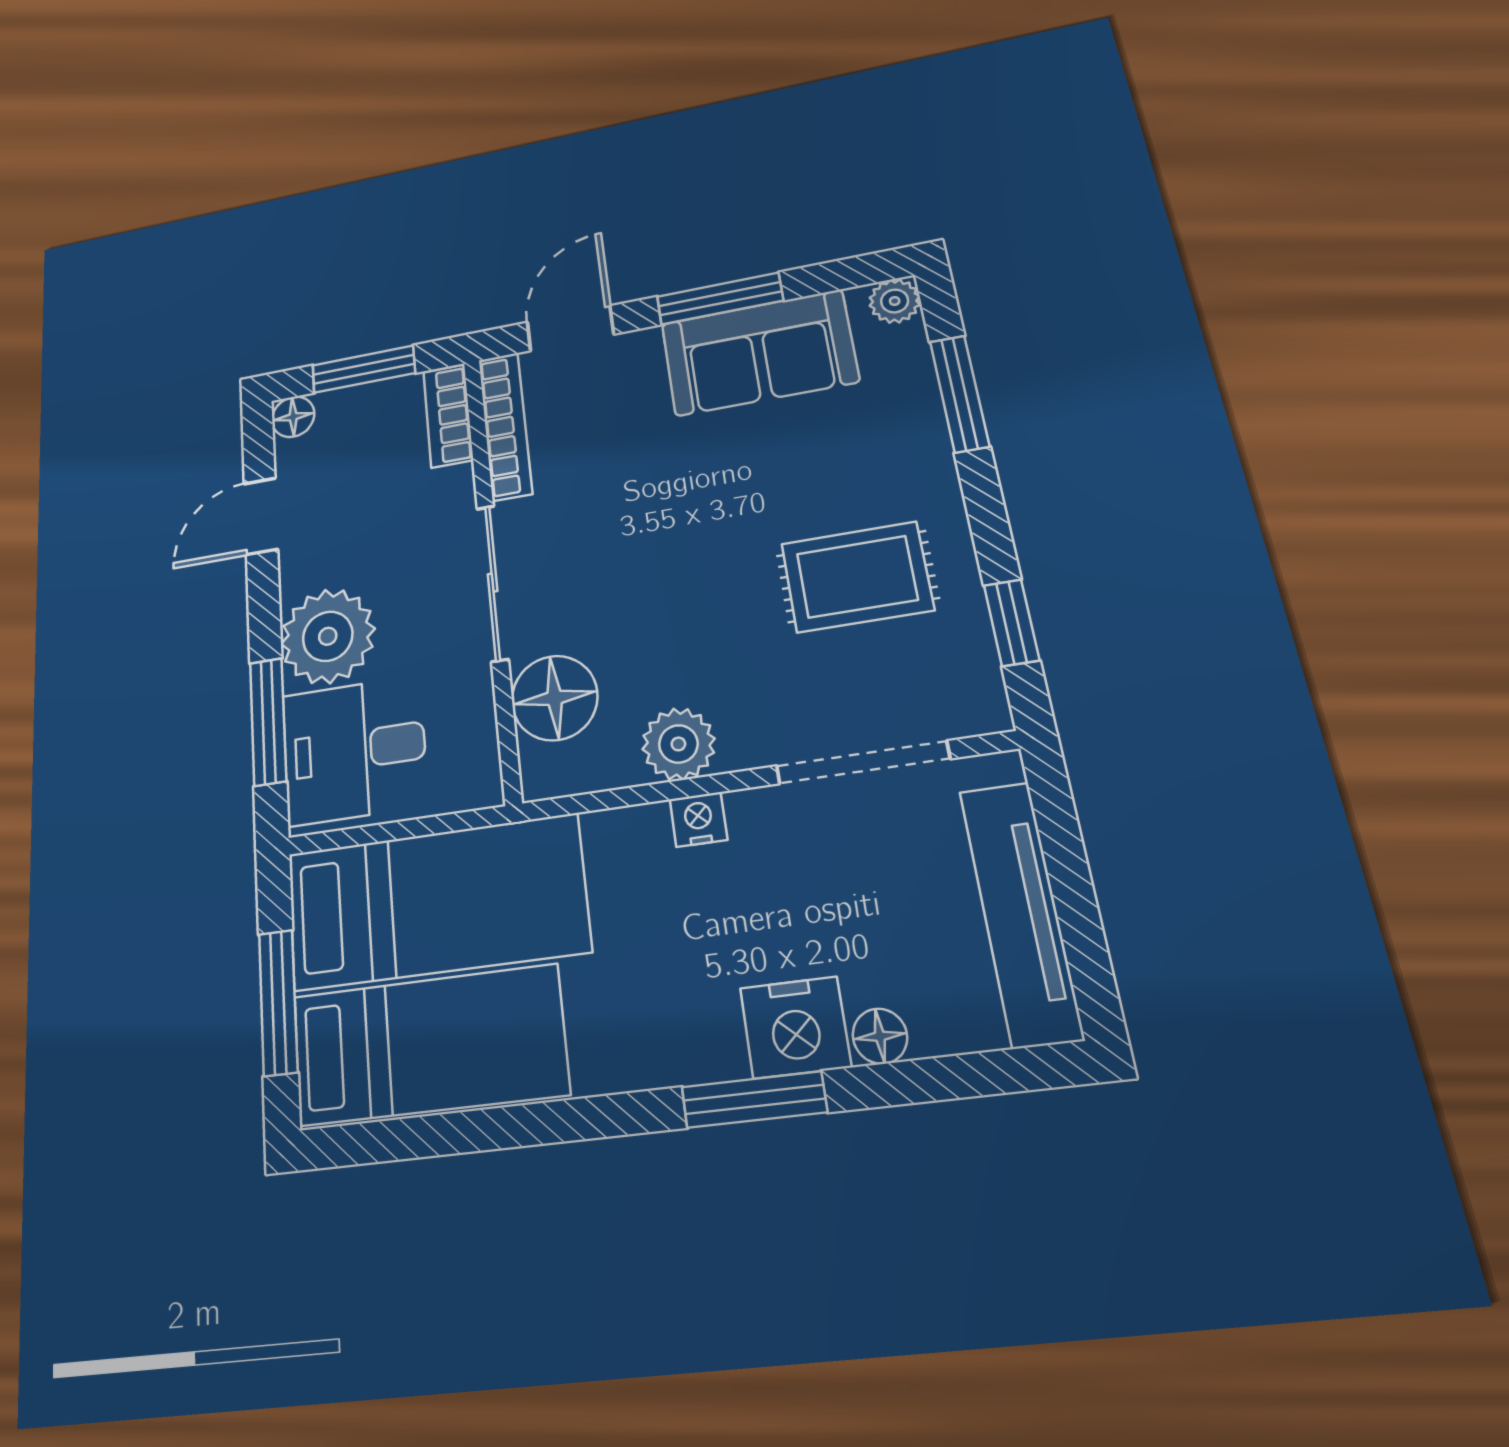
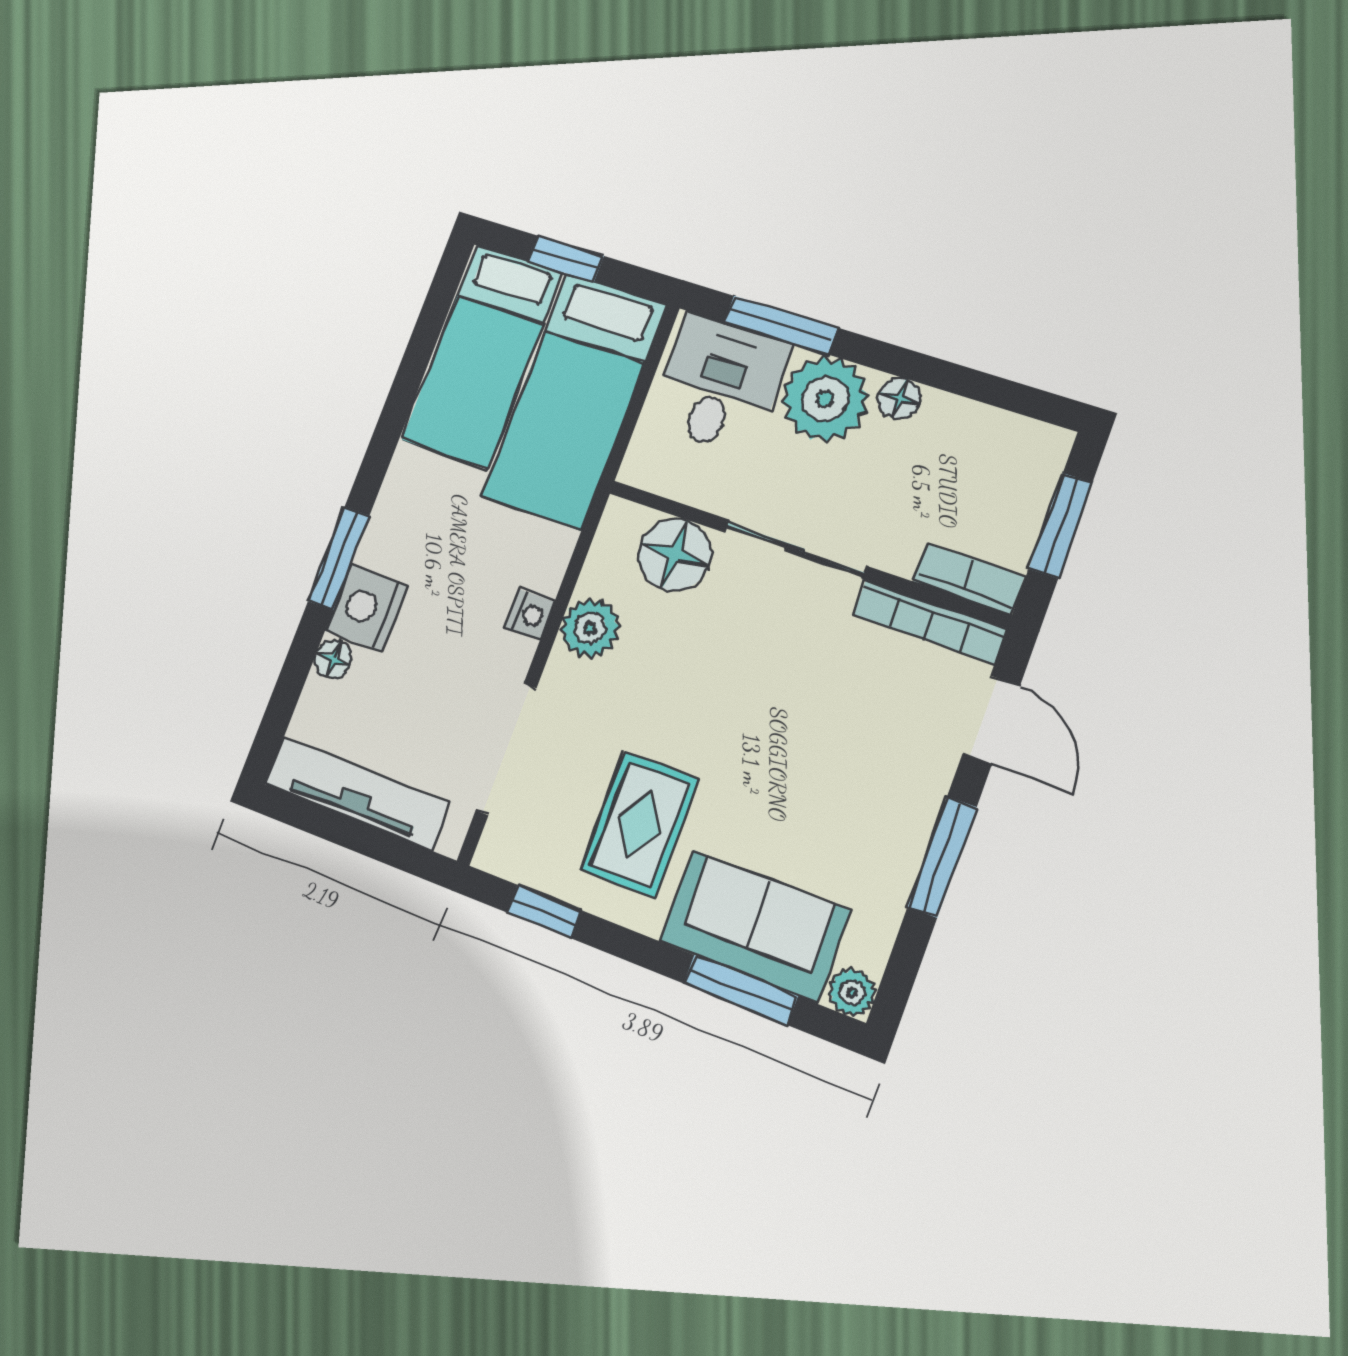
sofa: (759, 353) -> (755, 926), moved, turned 90
floor lamp: (293, 417) -> (899, 398), moved
door: (261, 516) -> (967, 382), removed
window: (278, 1002) -> (566, 259), width x0.67

